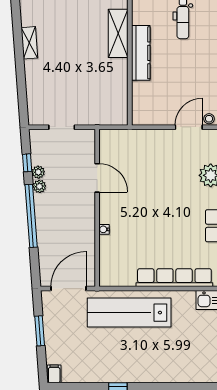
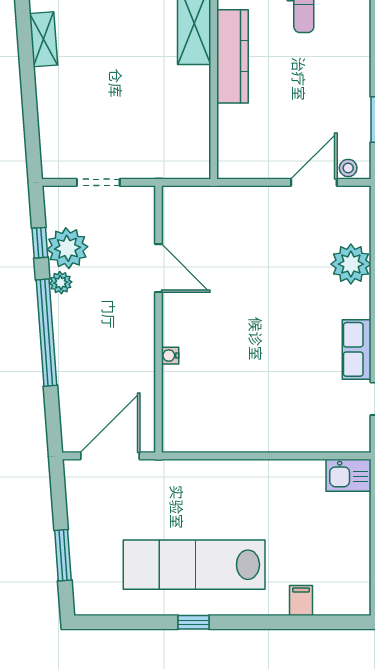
plant: (38, 172) -> (67, 248), width x1.88, depth x1.88
row of seats: (174, 278) -> (290, 437), removed
lab bench: (129, 313) -> (194, 565), moved
window: (40, 331) -> (63, 555), moved
filing cabinet: (54, 374) -> (301, 601), moved

